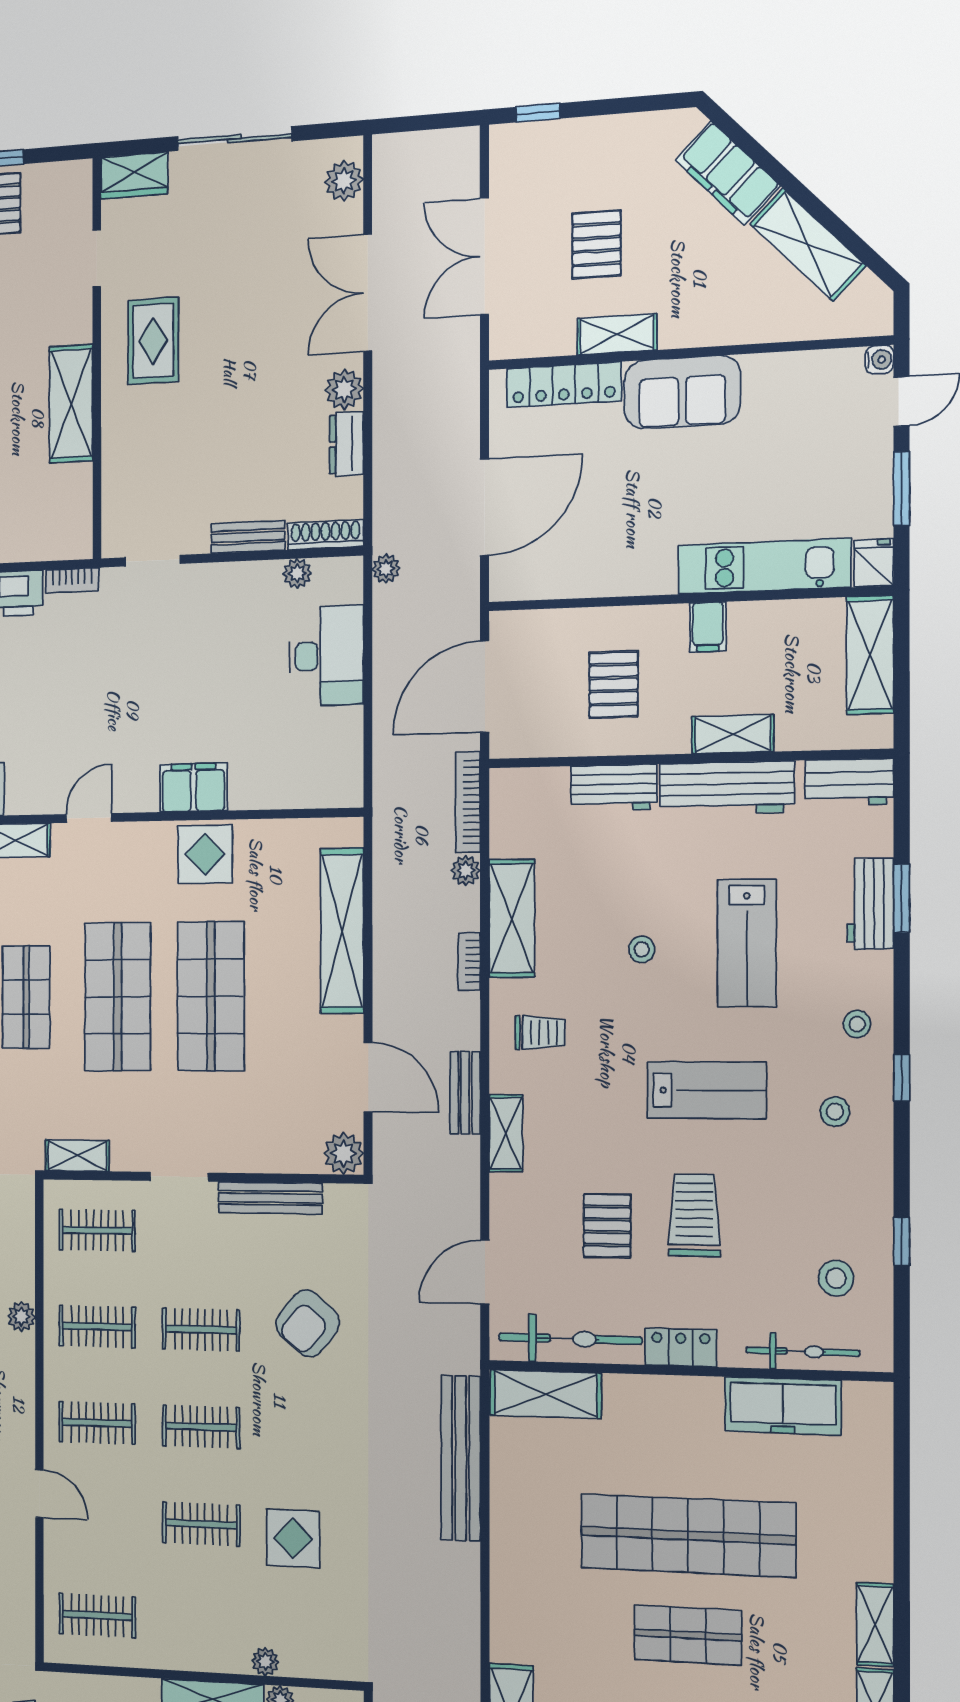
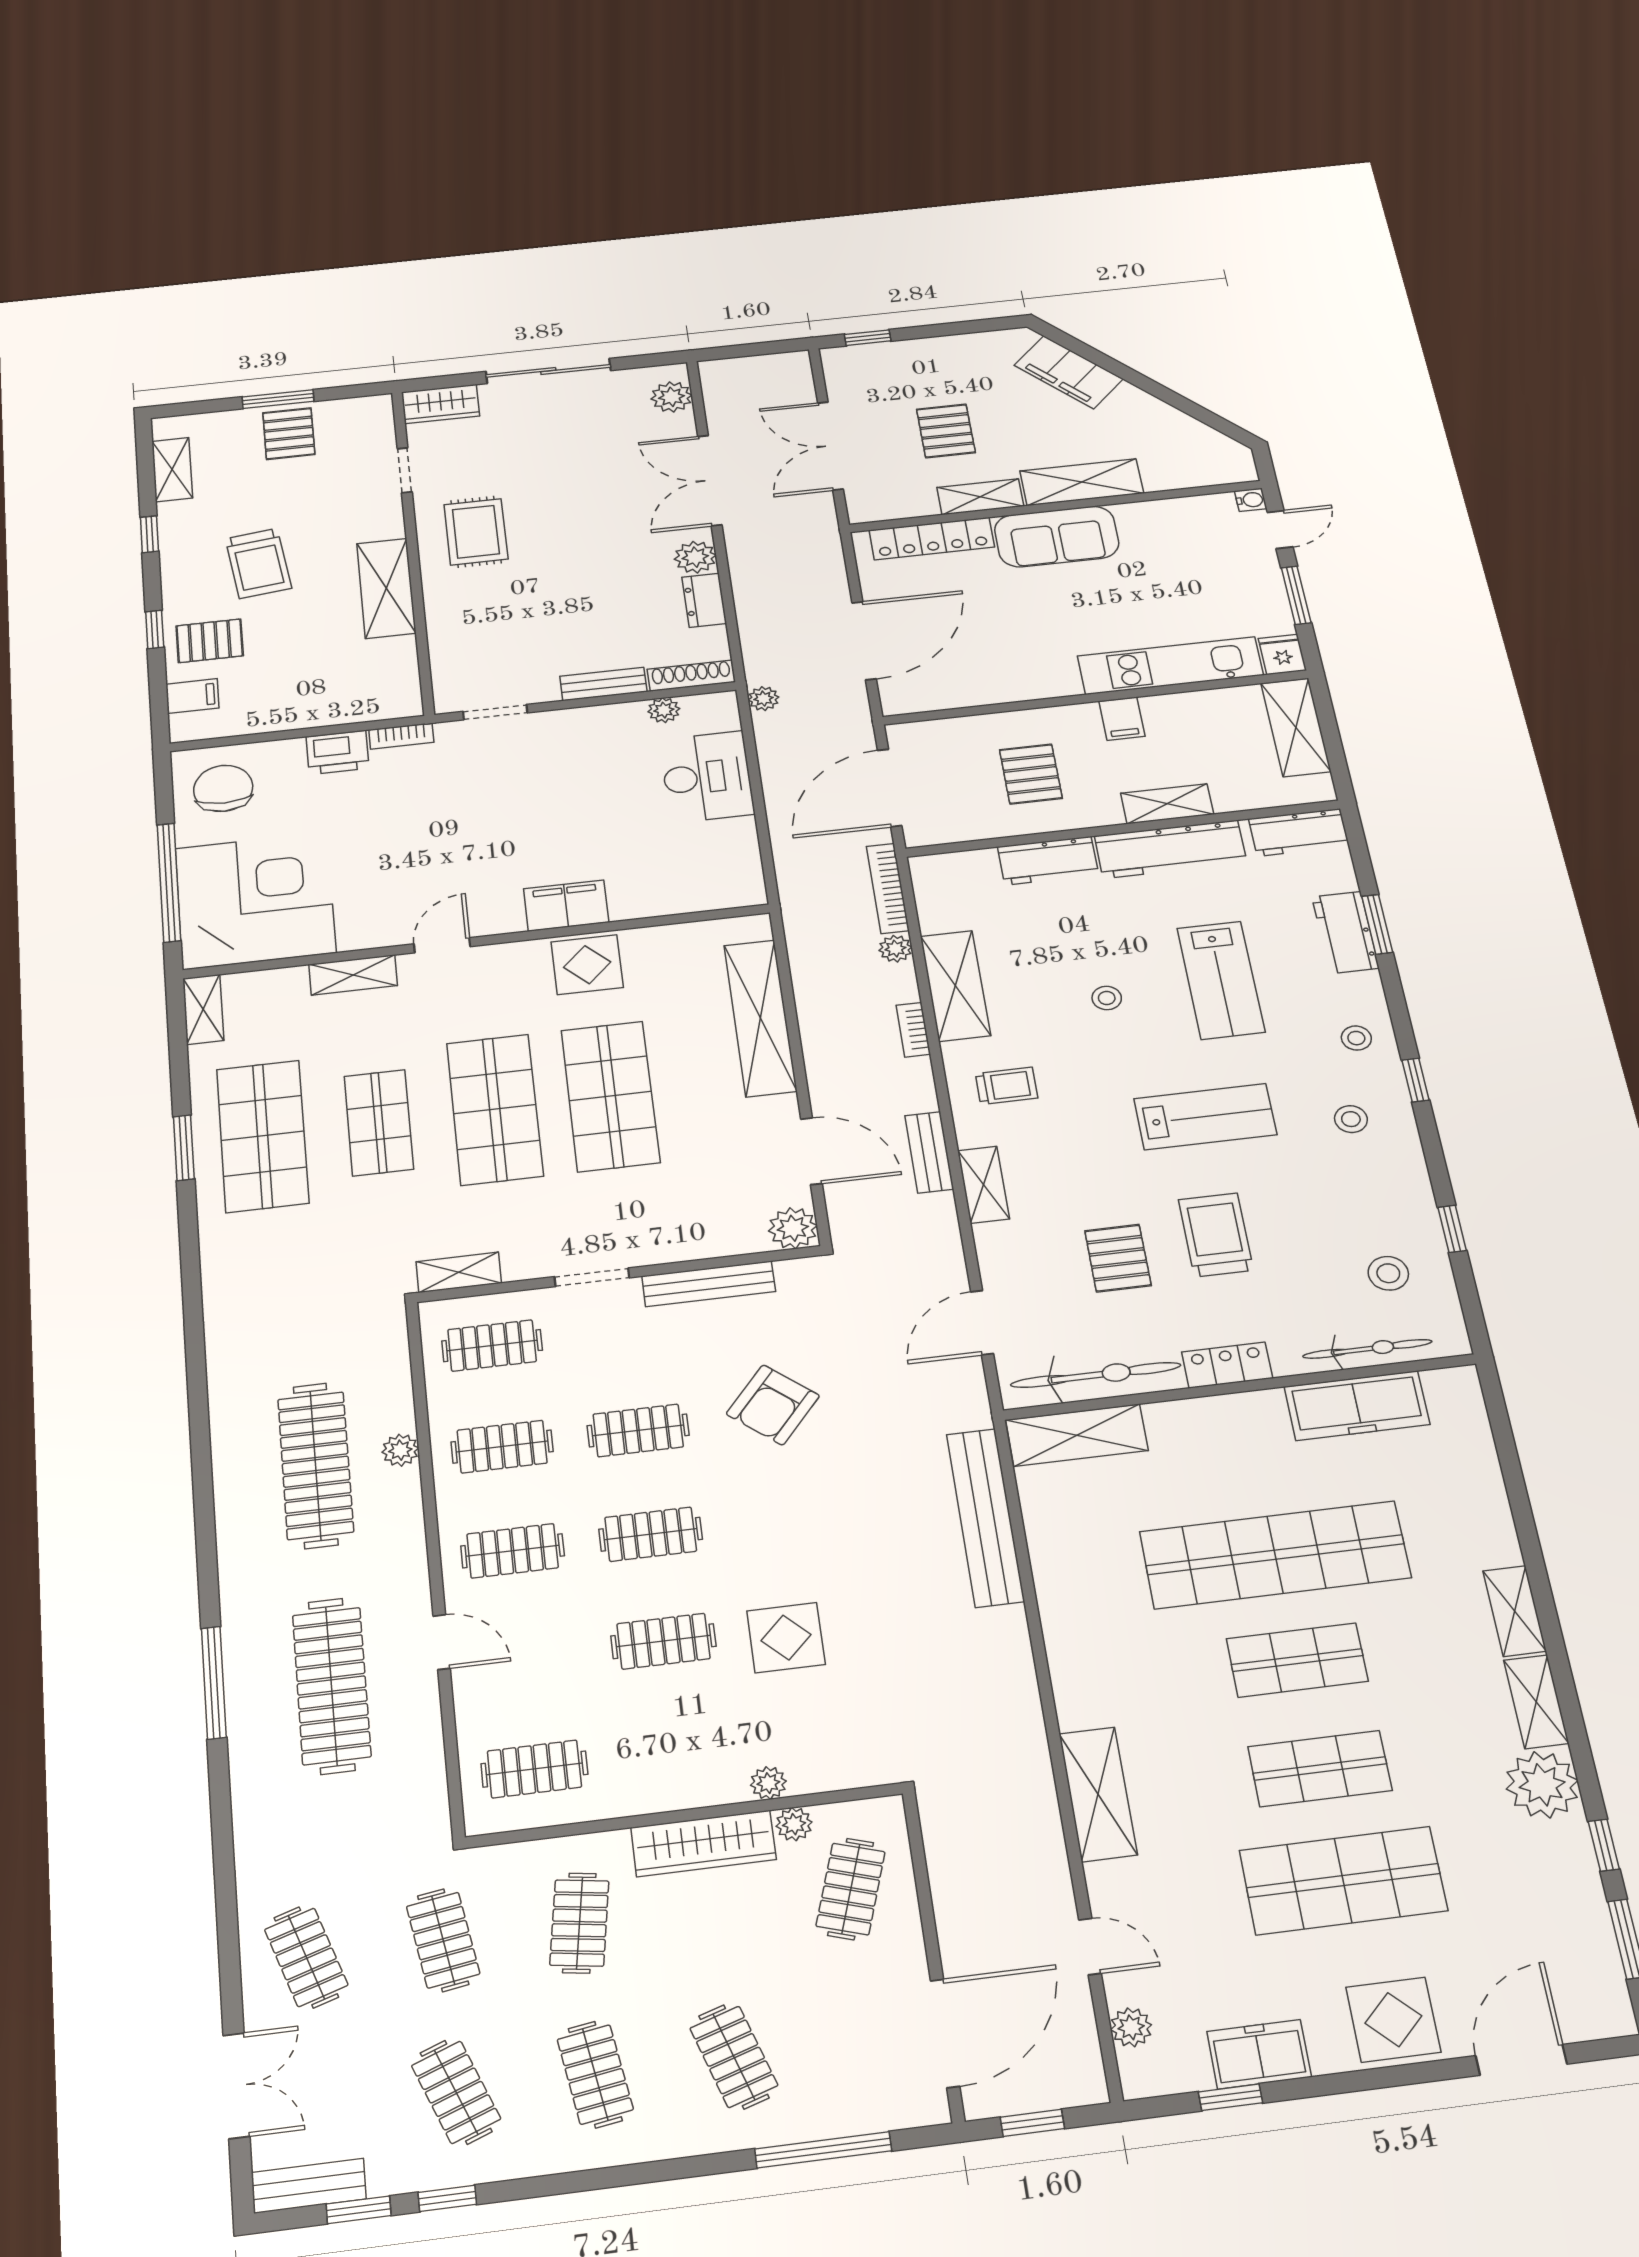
shelving: (808, 245) -> (1082, 482), moved, turned -45

